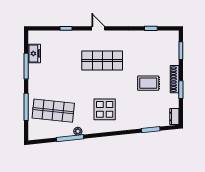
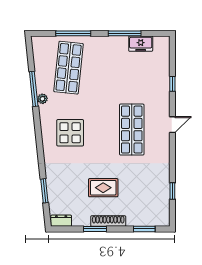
rug: (148, 83) -> (103, 188), turned 90

